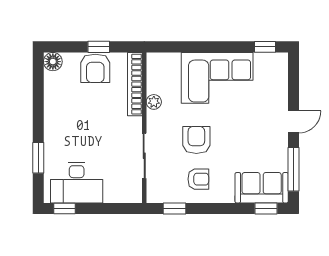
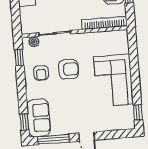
plant: (154, 102) -> (34, 42), moved

